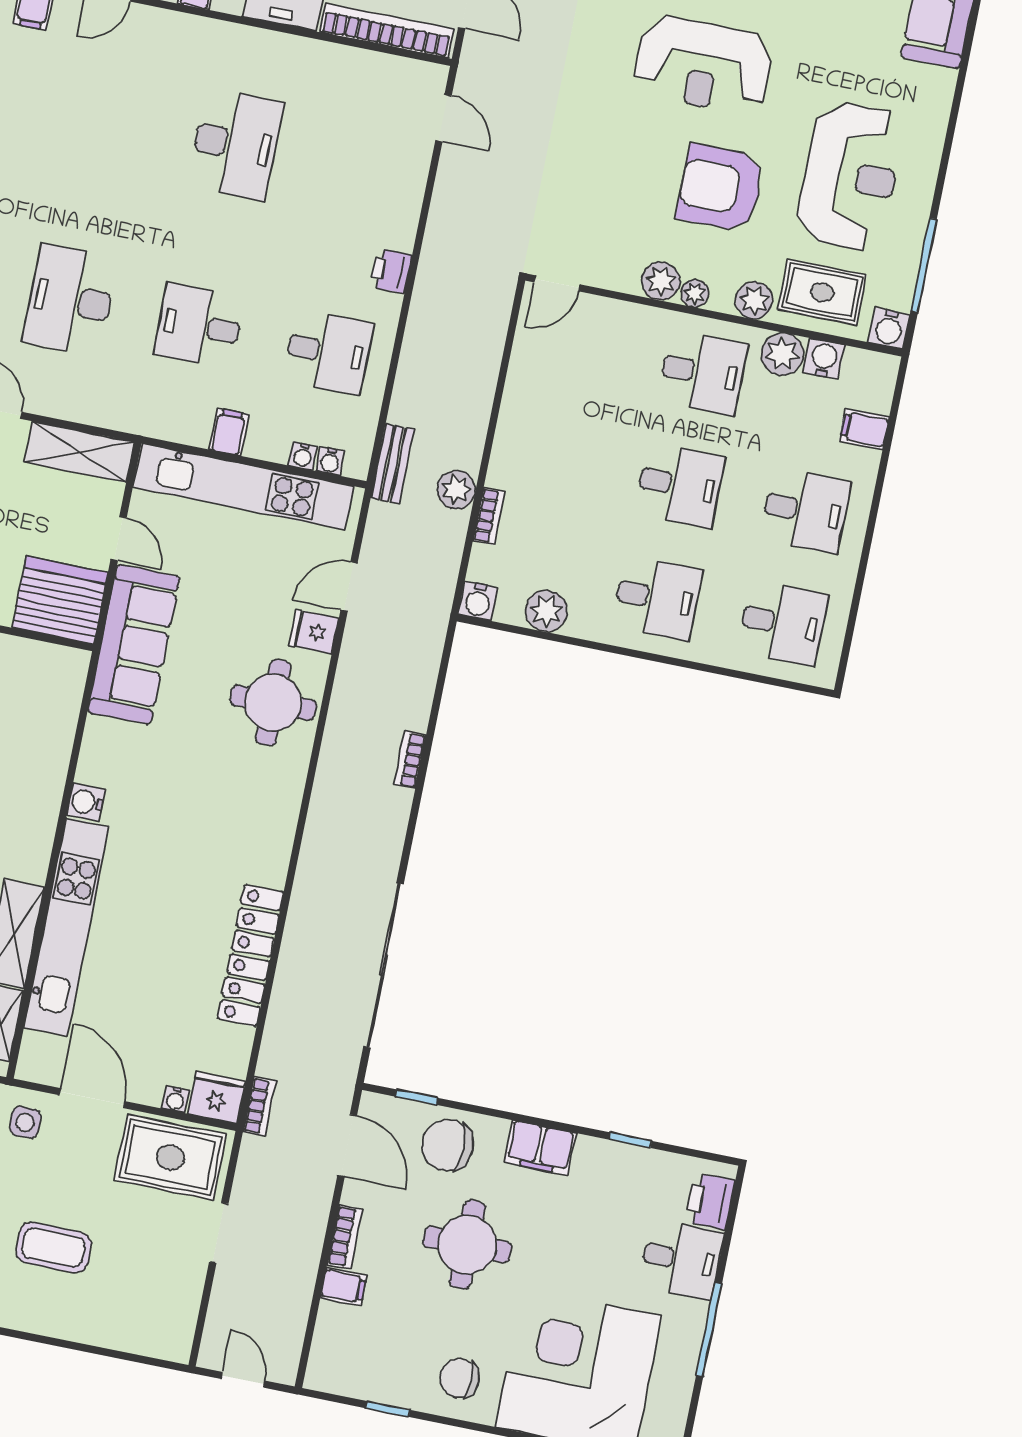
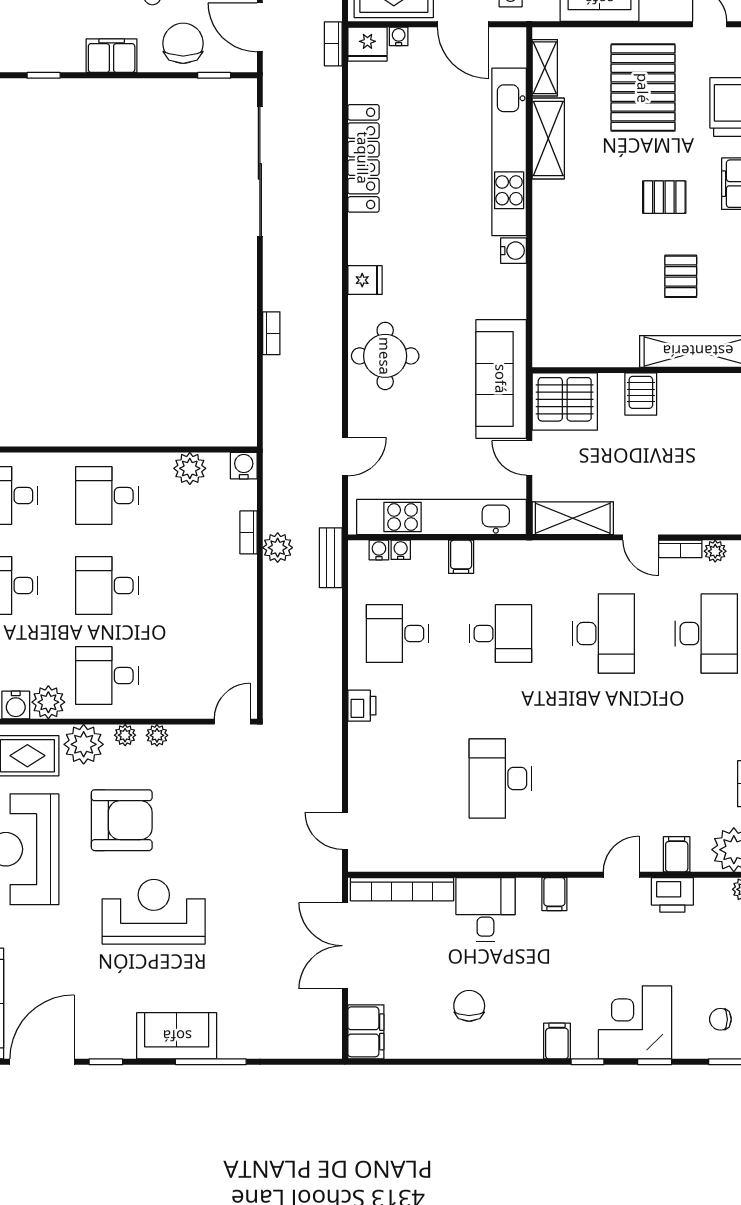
plant: (661, 281) -> (157, 735), width x0.73, depth x0.73
plant: (754, 300) -> (84, 744), width x1.36, depth x1.36
fridge: (314, 632) -> (365, 280), moved
chair: (447, 1145) -> (183, 43), turned -90

